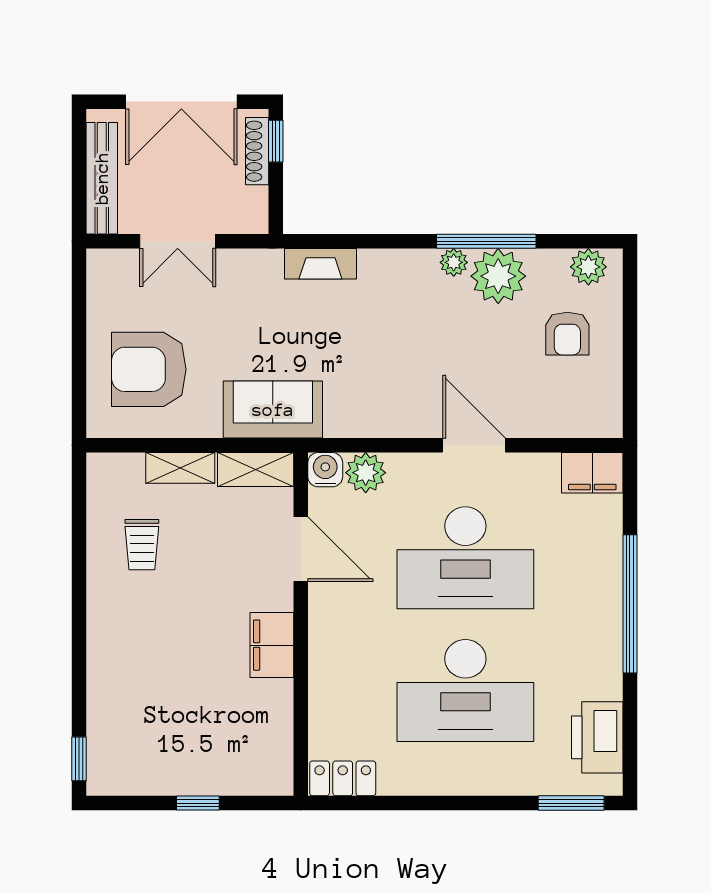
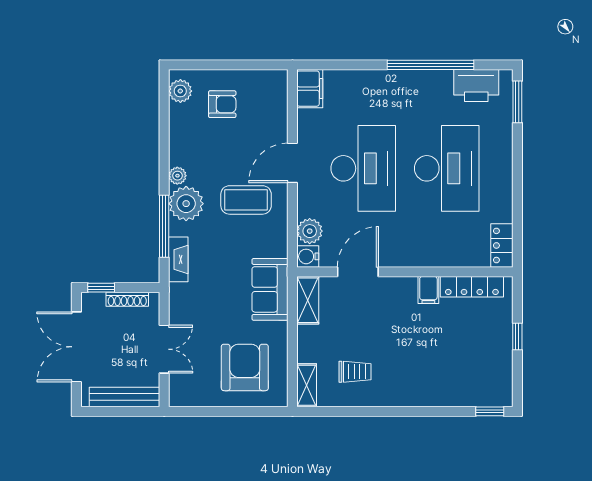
double door: (181, 102) -> (76, 347), swing flipped
shoe rack: (257, 151) -> (127, 299), moved
window: (486, 241) -> (164, 226), moved
plant: (498, 276) -> (186, 204), moved
armchair: (149, 369) -> (245, 367), turned 180
coffee table: (415, 371) -> (246, 200), added
shelving: (180, 468) -> (307, 385), moved
window: (630, 604) -> (430, 65), moved
filing cabinet: (272, 645) -> (428, 290), width x0.50
locker: (277, 731) -> (472, 287), added

